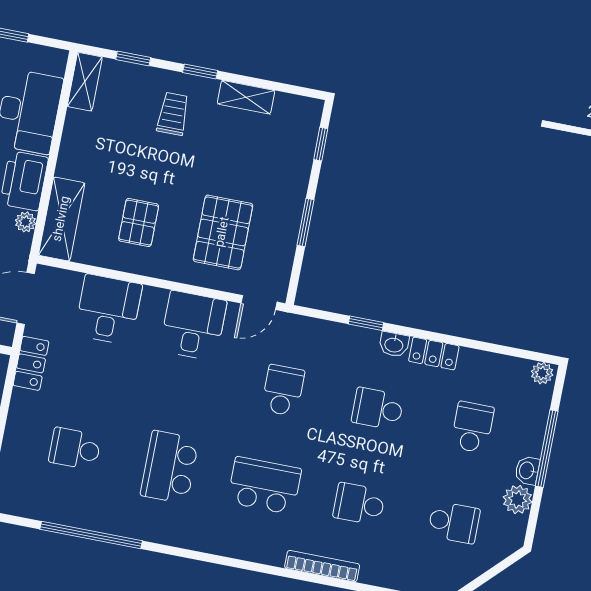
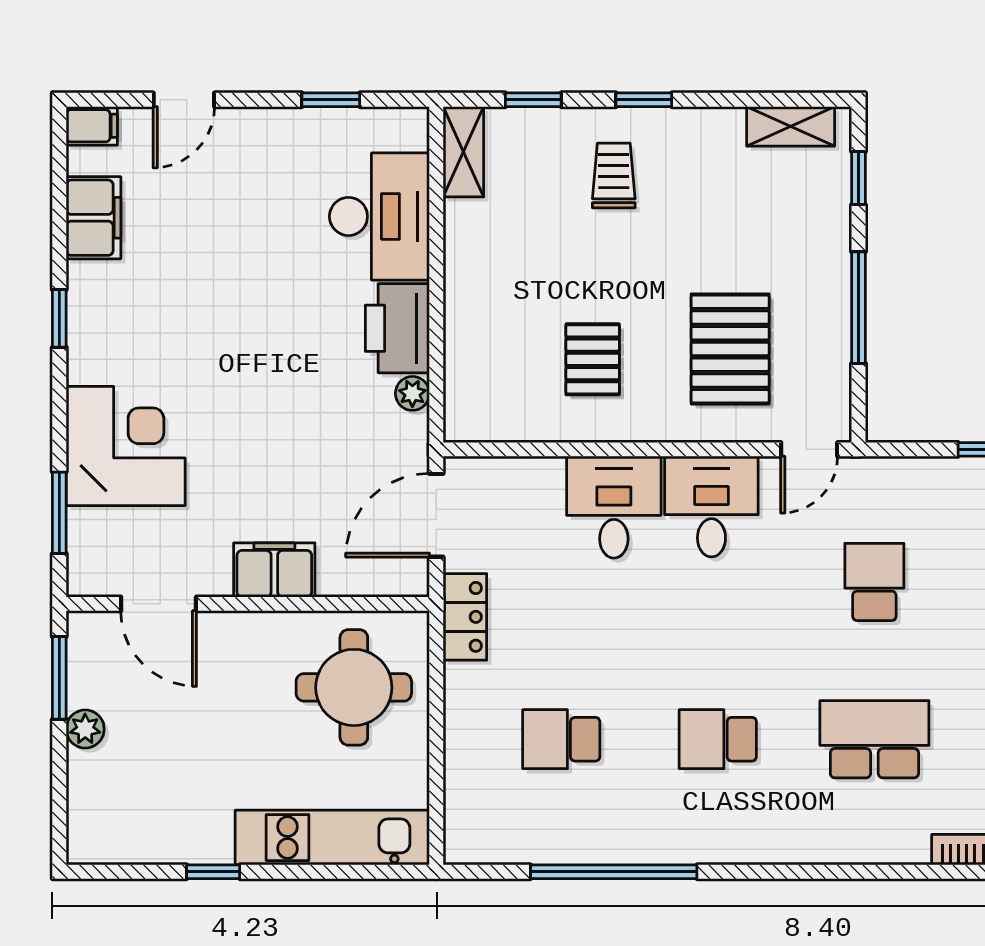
shelving: (246, 97) -> (791, 126), moved
shelving: (62, 219) -> (469, 378), removed
window: (306, 222) -> (858, 308), width x1.44
desk: (108, 309) -> (614, 507), moved
school desk: (170, 467) -> (718, 739), width x0.54

